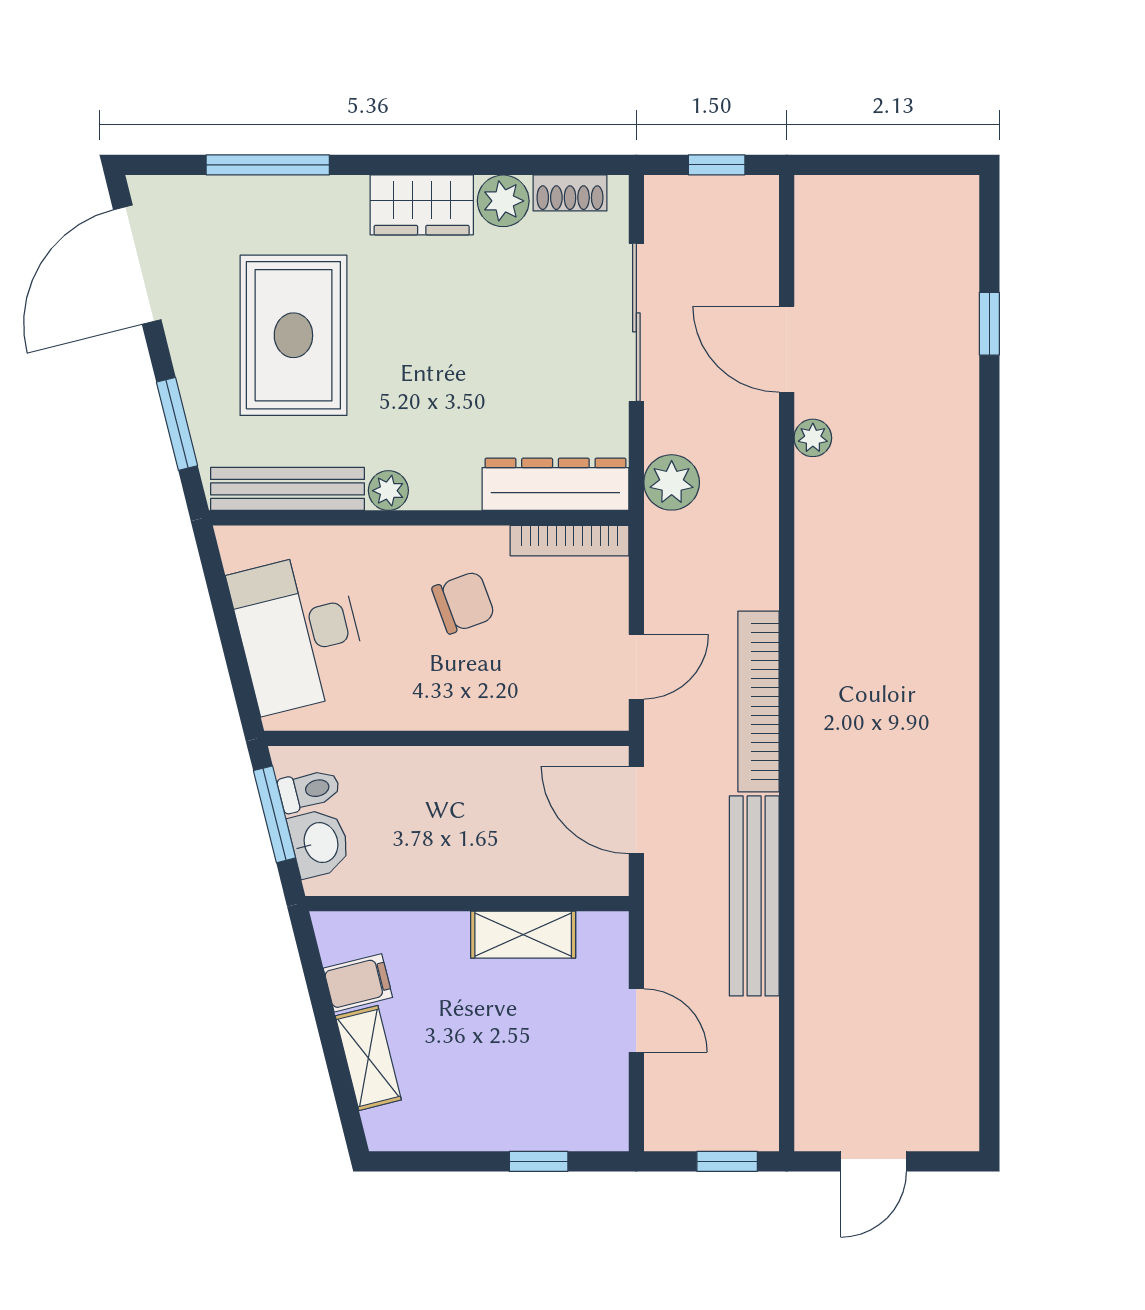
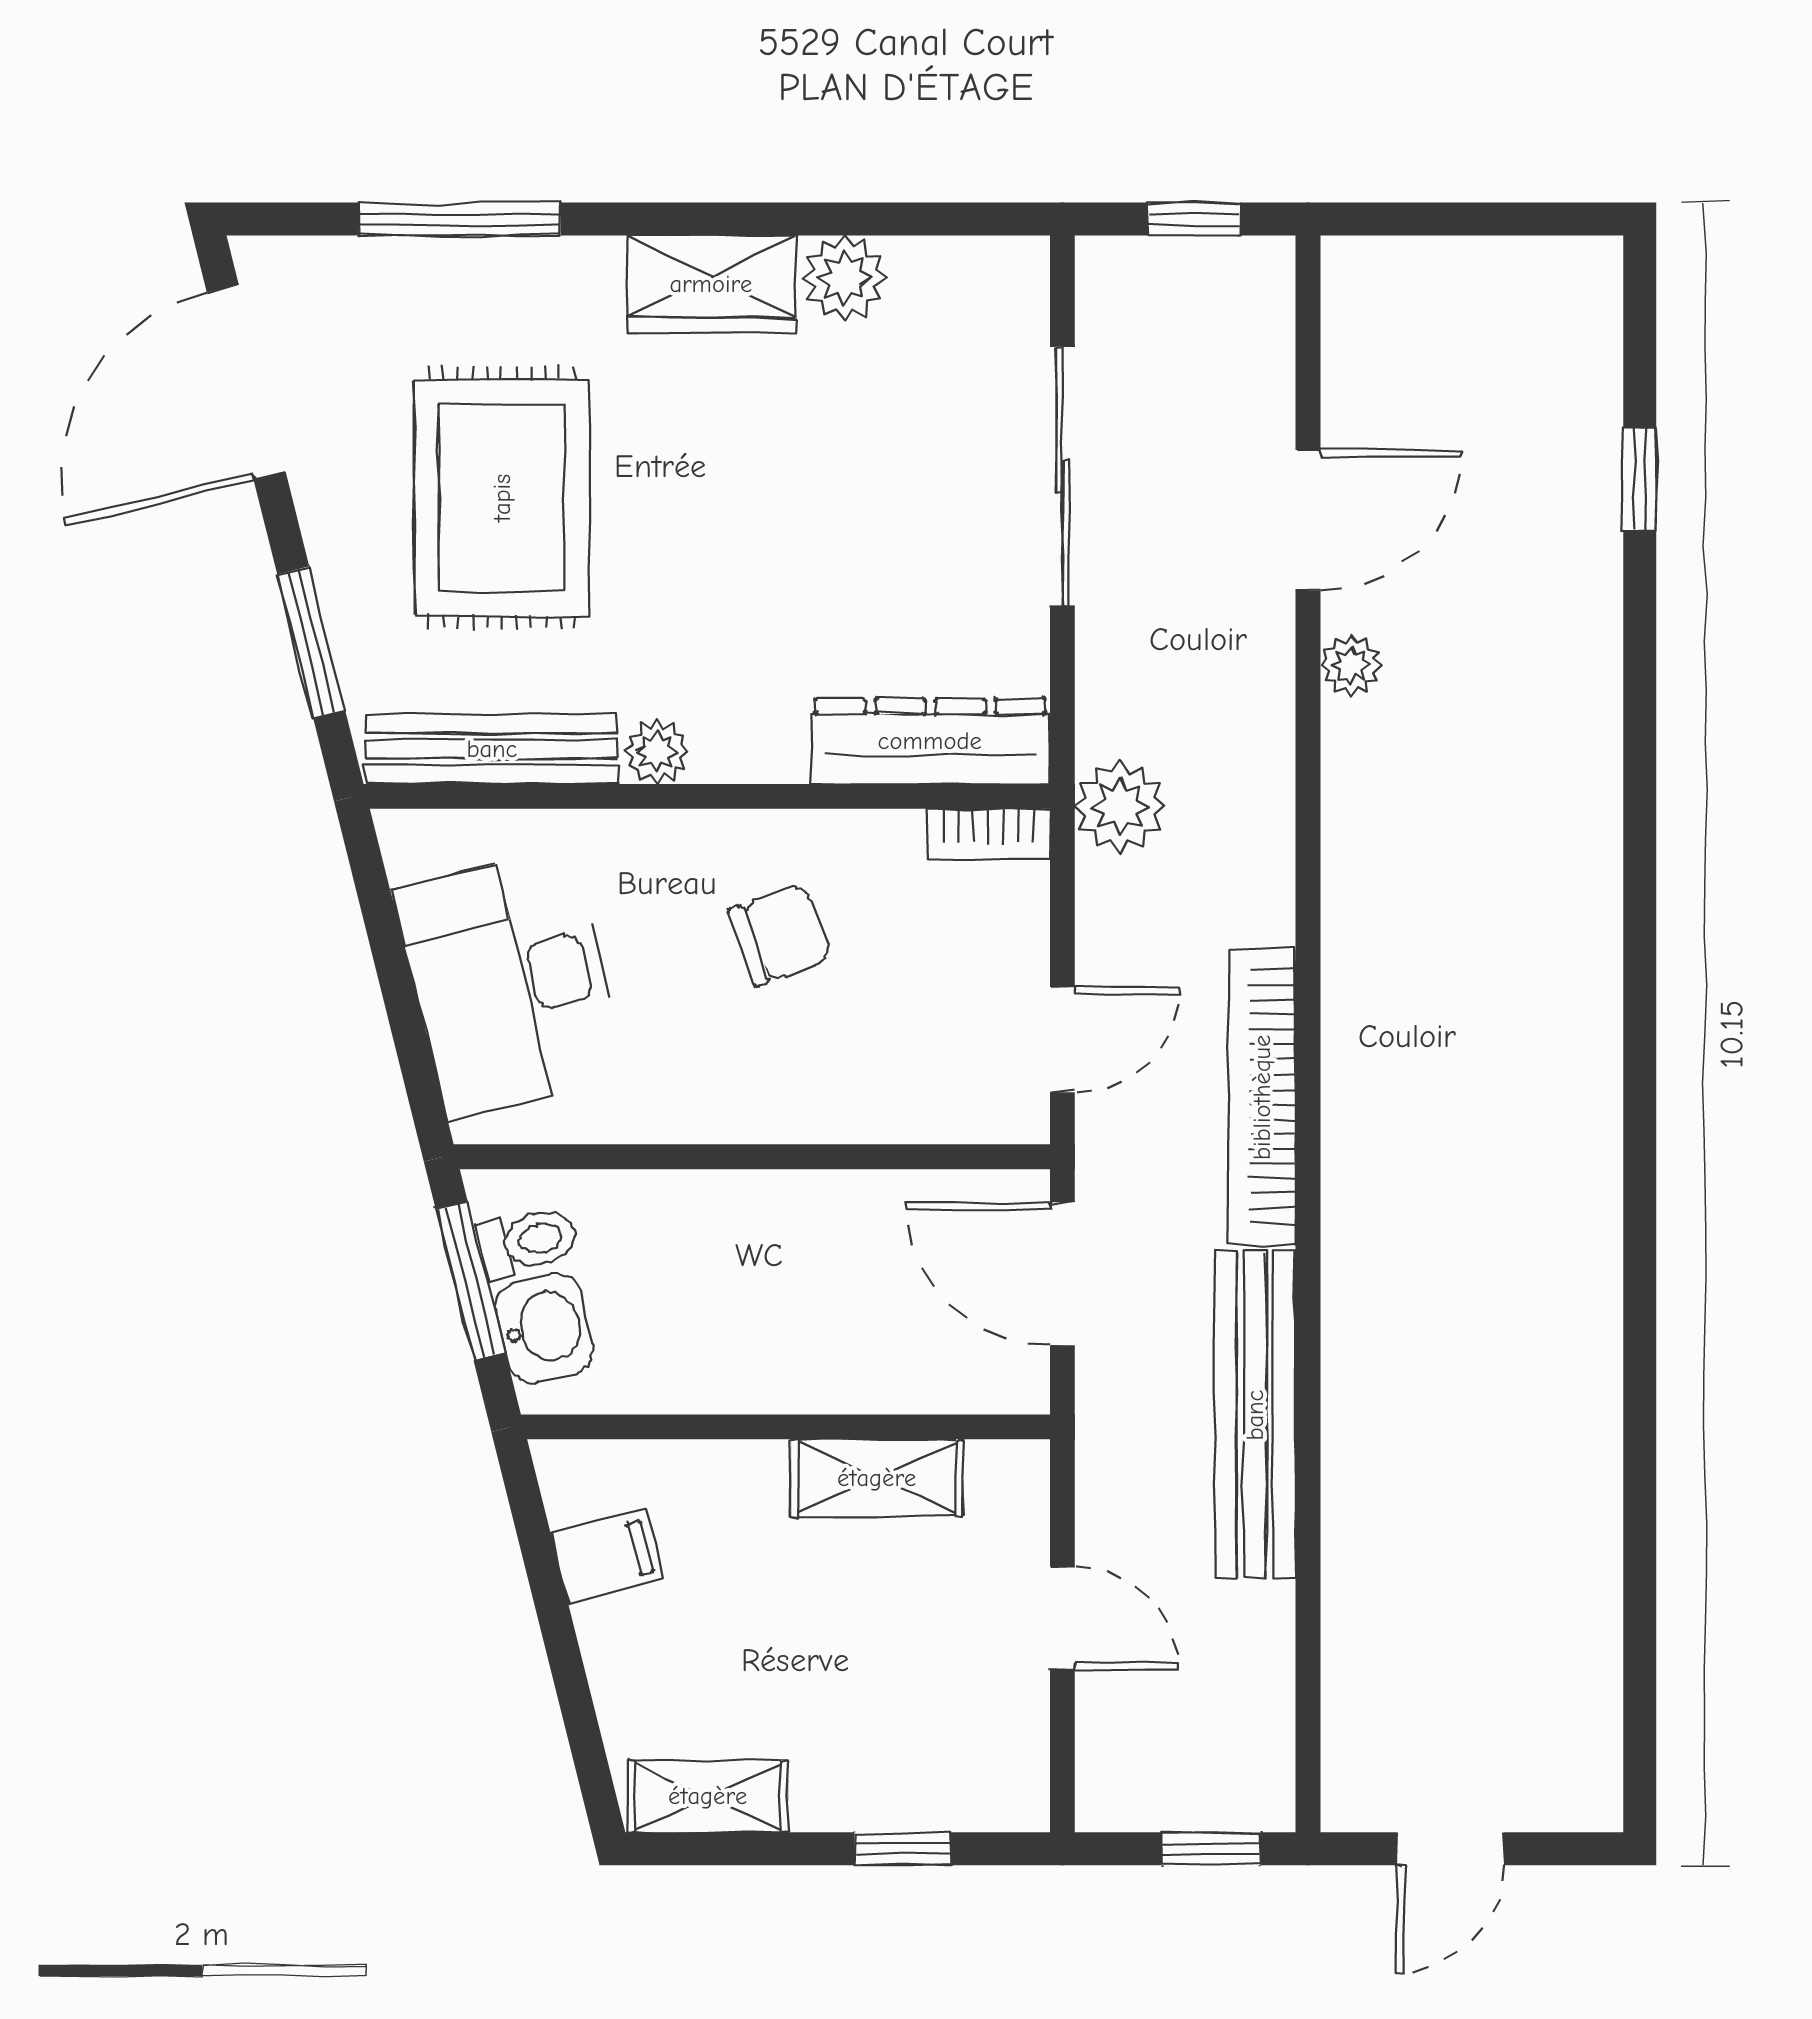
shoe rack: (570, 193) -> (954, 265), removed
door: (787, 349) -> (1308, 520), swing flipped
plant: (672, 482) -> (1120, 806), moved
bookcase: (570, 541) -> (988, 834), width x0.64
shelving: (368, 1058) -> (708, 1796), moved, turned -76

